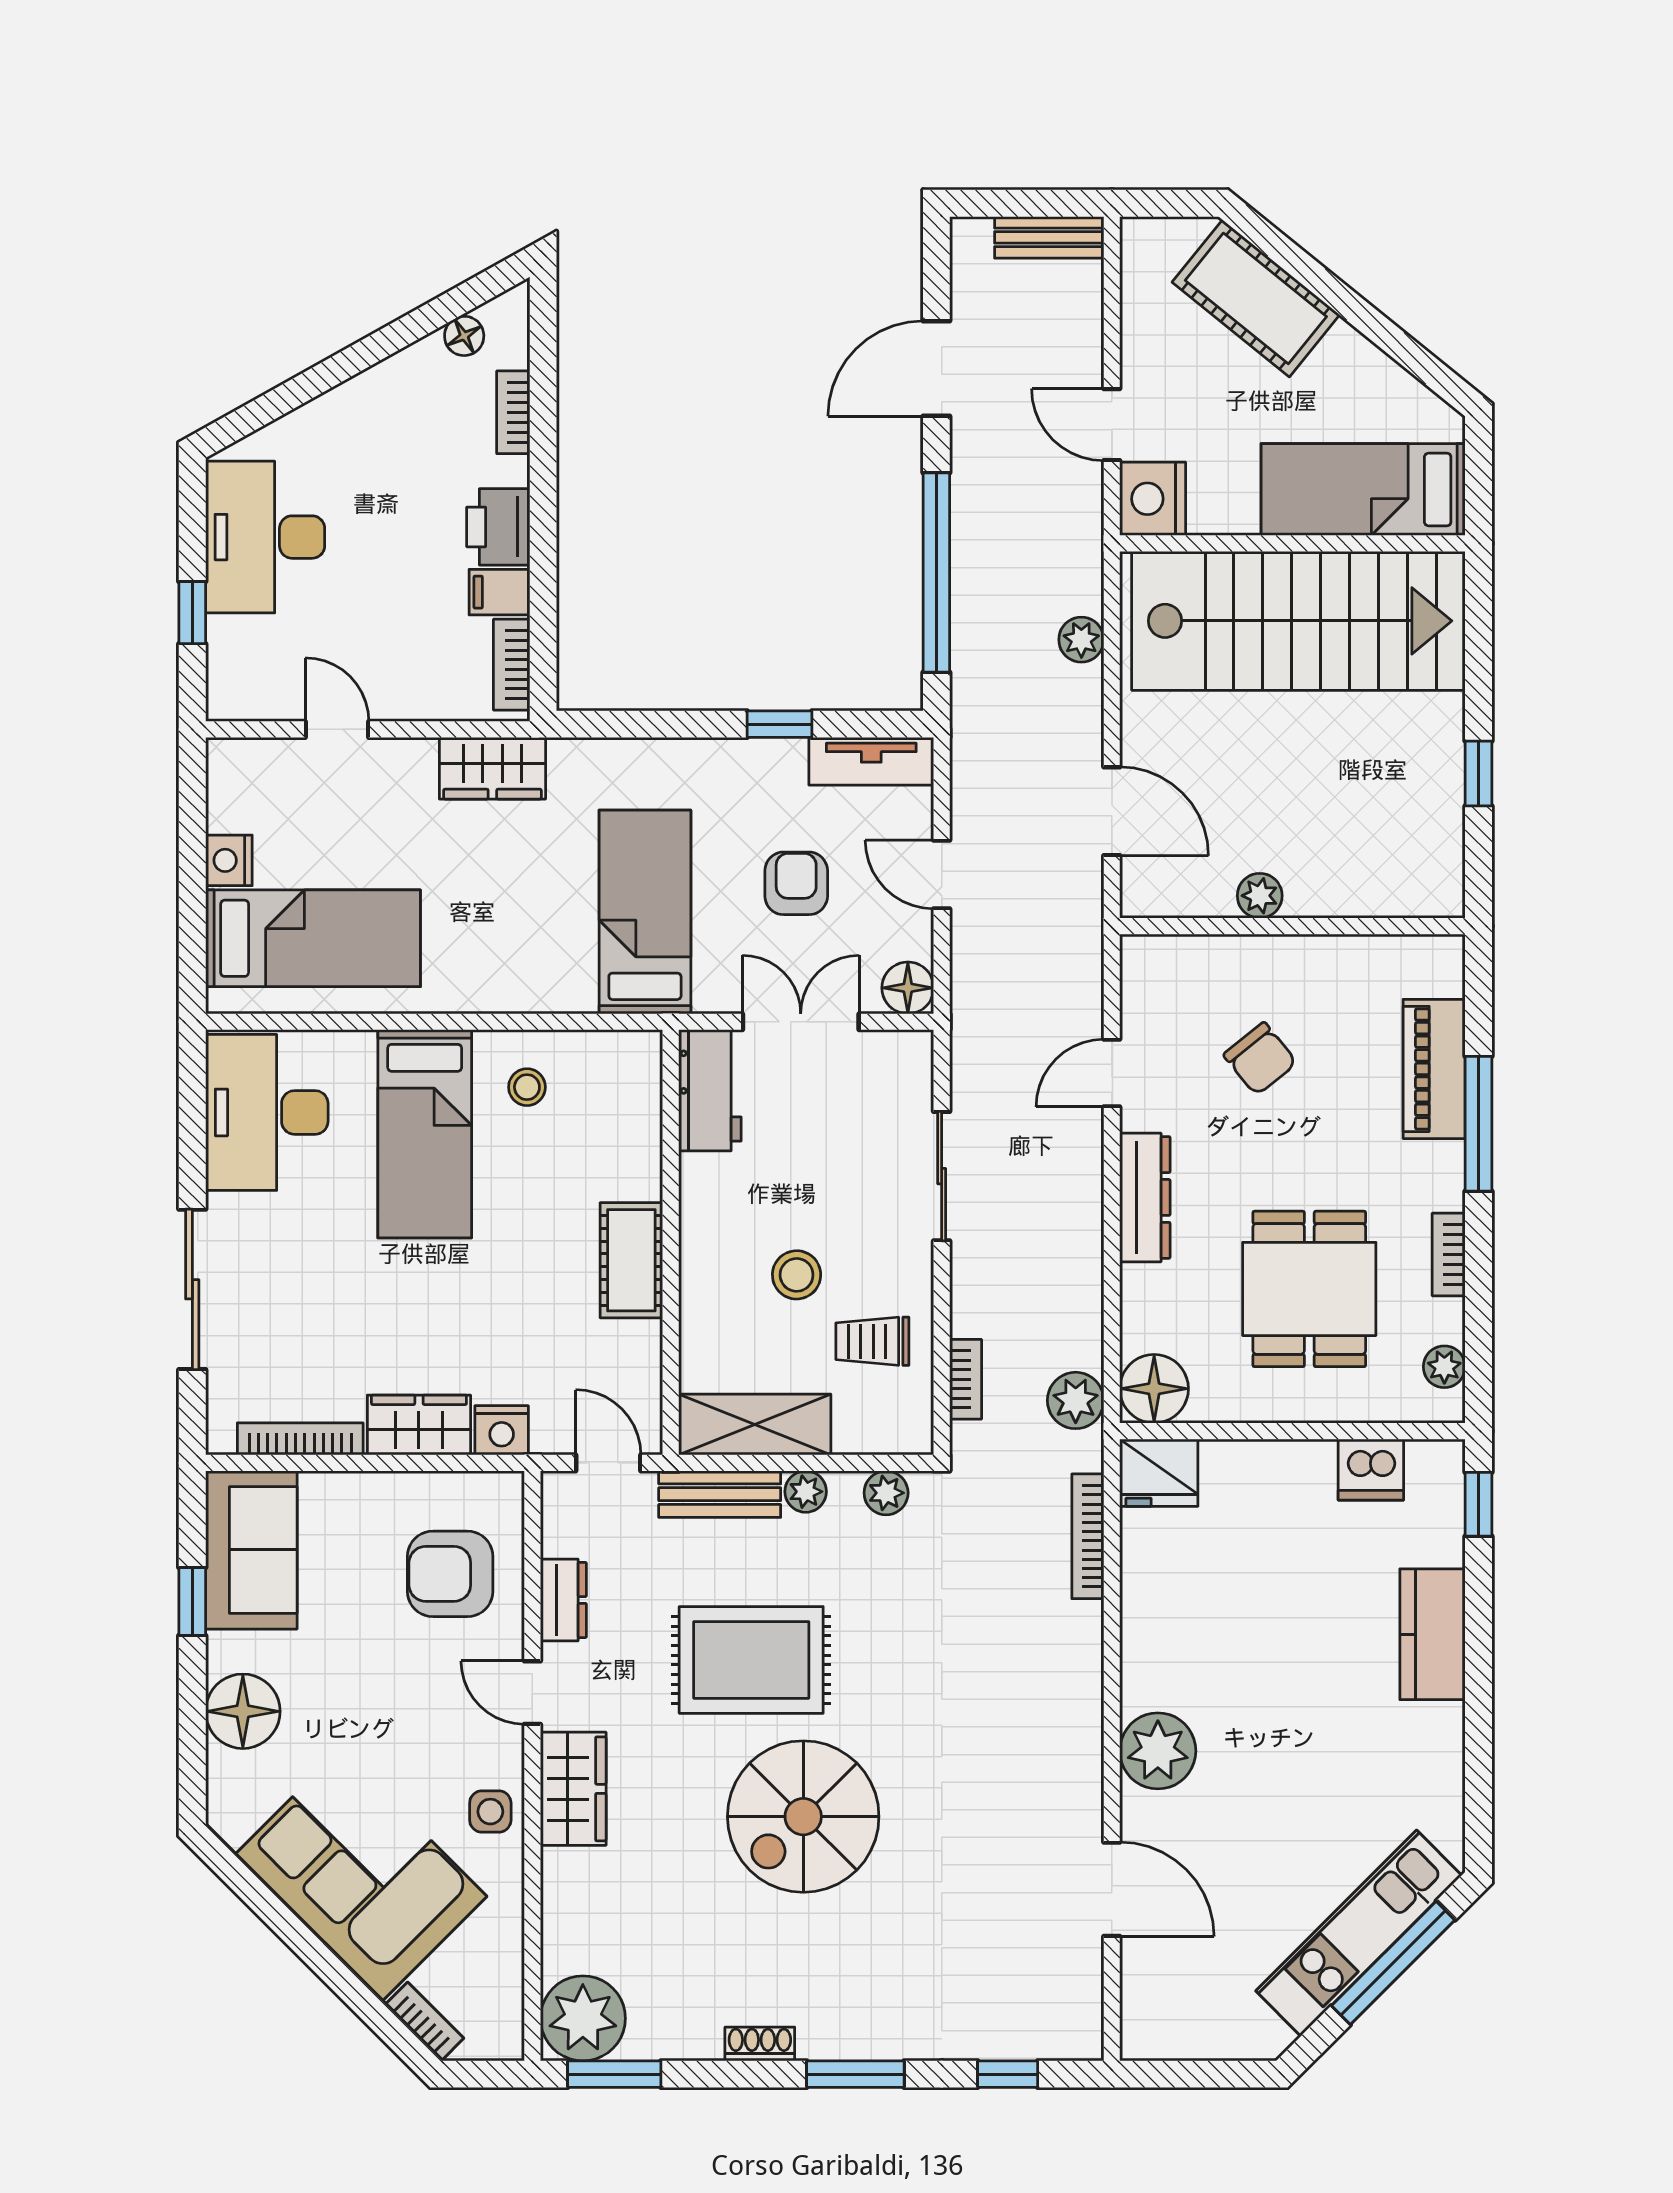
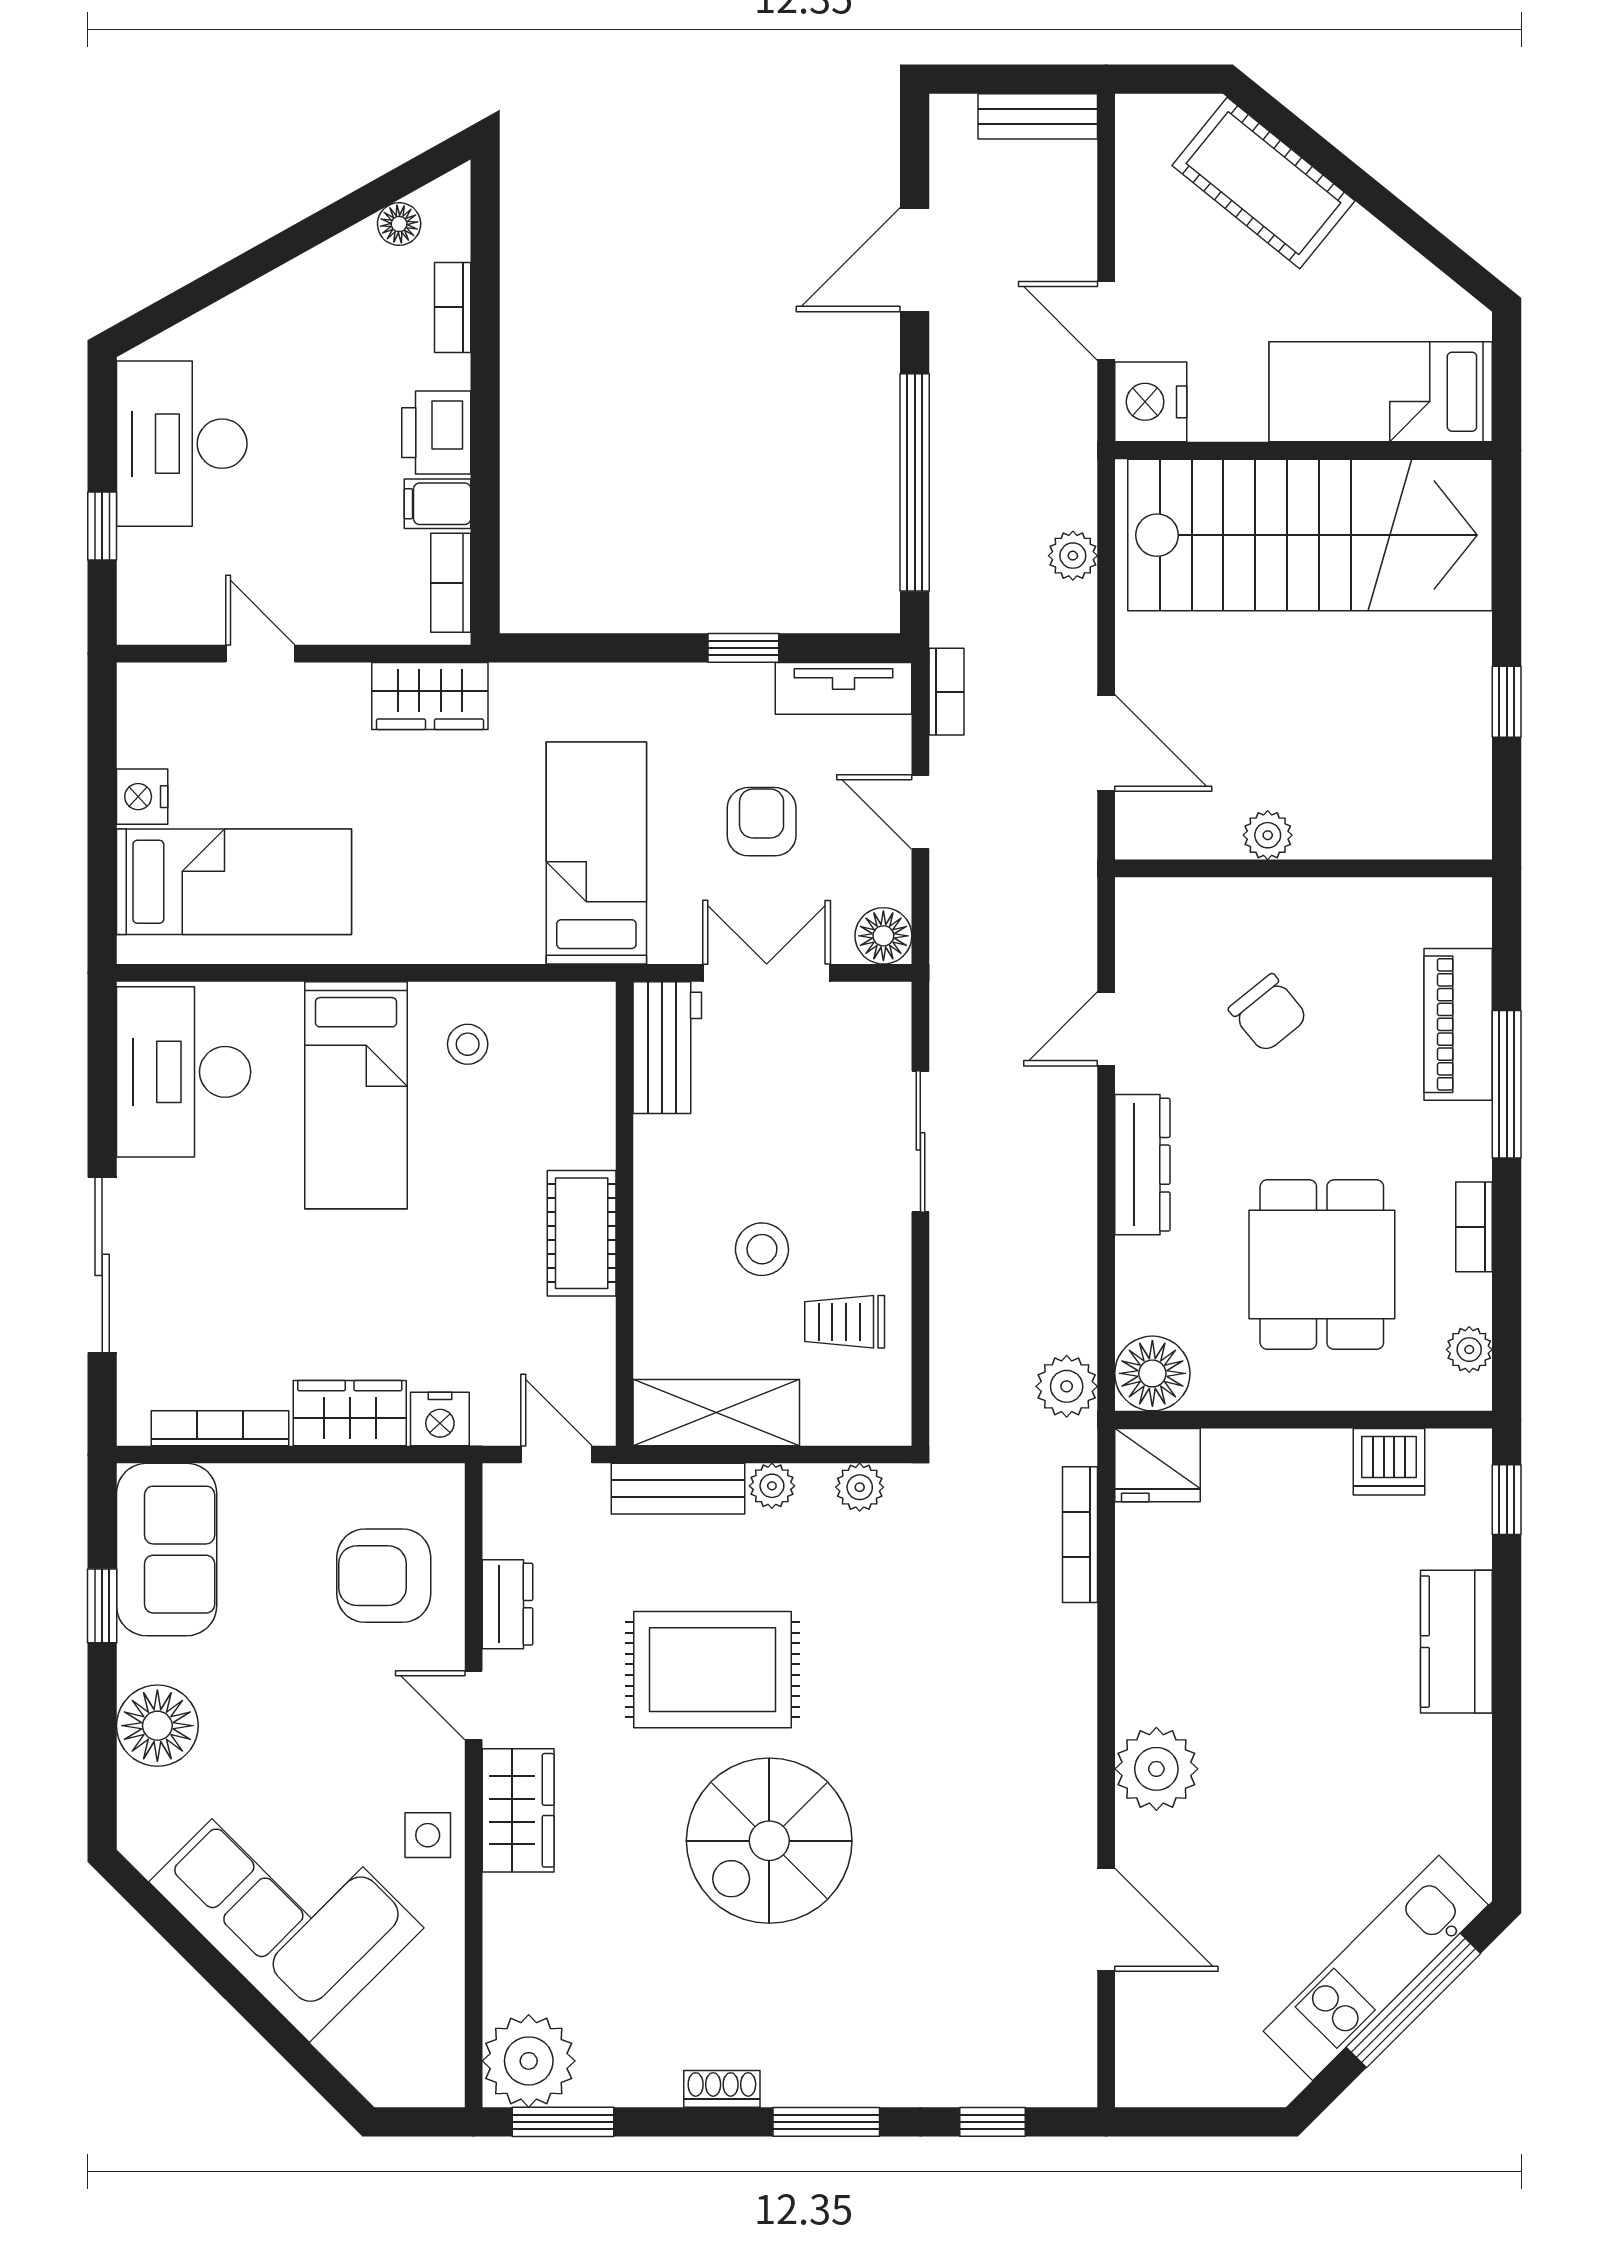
bookcase: (966, 1379) -> (947, 692), moved
bookcase: (424, 2021) -> (356, 2064), removed

